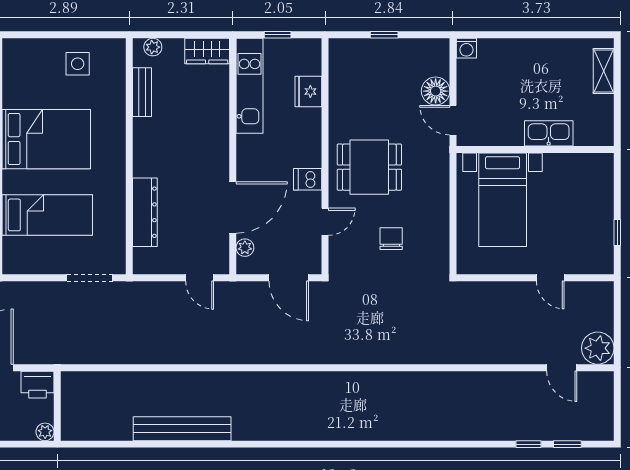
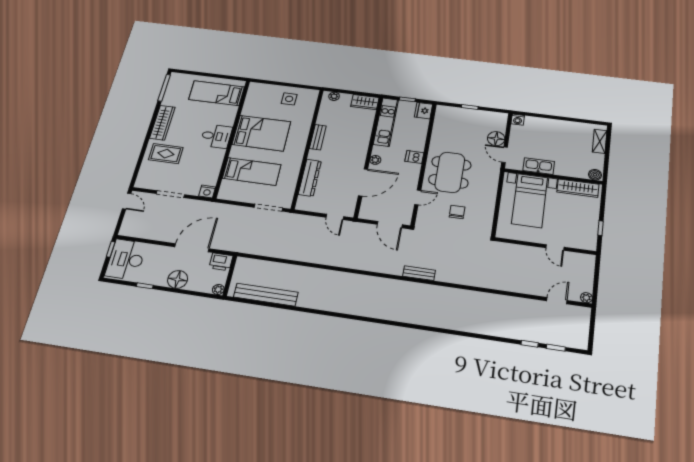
fridge: (308, 91) -> (423, 111), moved
bench: (142, 92) -> (318, 137), moved
kitchen sink: (549, 133) -> (539, 166), moved
boiler: (601, 136) -> (595, 175), added
wardrobe: (576, 165) -> (578, 188), added
dining table: (369, 167) -> (450, 172), width x1.37
dishwasher: (308, 179) -> (414, 157), moved
plant: (245, 248) -> (375, 160), moved
plant: (598, 348) -> (586, 298), width x0.53, depth x0.53
bench: (348, 355) -> (419, 273), added
door: (562, 368) -> (557, 301), swing flipped
bench: (182, 429) -> (266, 295), moved

